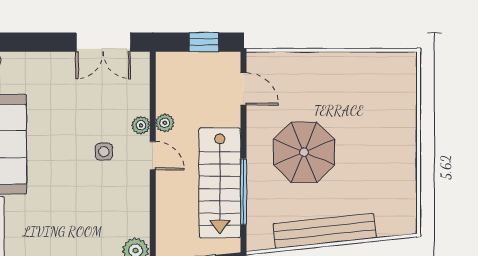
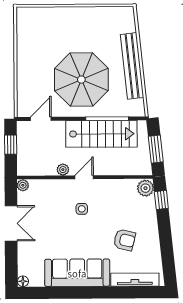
double door: (103, 42) -> (11, 223), moved
plant: (141, 125) -> (23, 185), moved
parasol: (304, 152) -> (81, 80), width x1.36, depth x1.36
armchair: (56, 218) -> (124, 240), added

